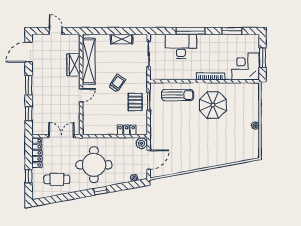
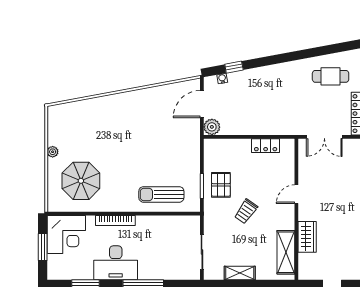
desk: (181, 46) -> (116, 263), moved
shelving: (89, 61) -> (286, 252), width x0.68
parasol: (213, 105) -> (81, 181), moved
locker: (127, 130) -> (266, 146), moved
round table: (94, 165) -> (279, 97), removed
window: (101, 191) -> (234, 67), moved

